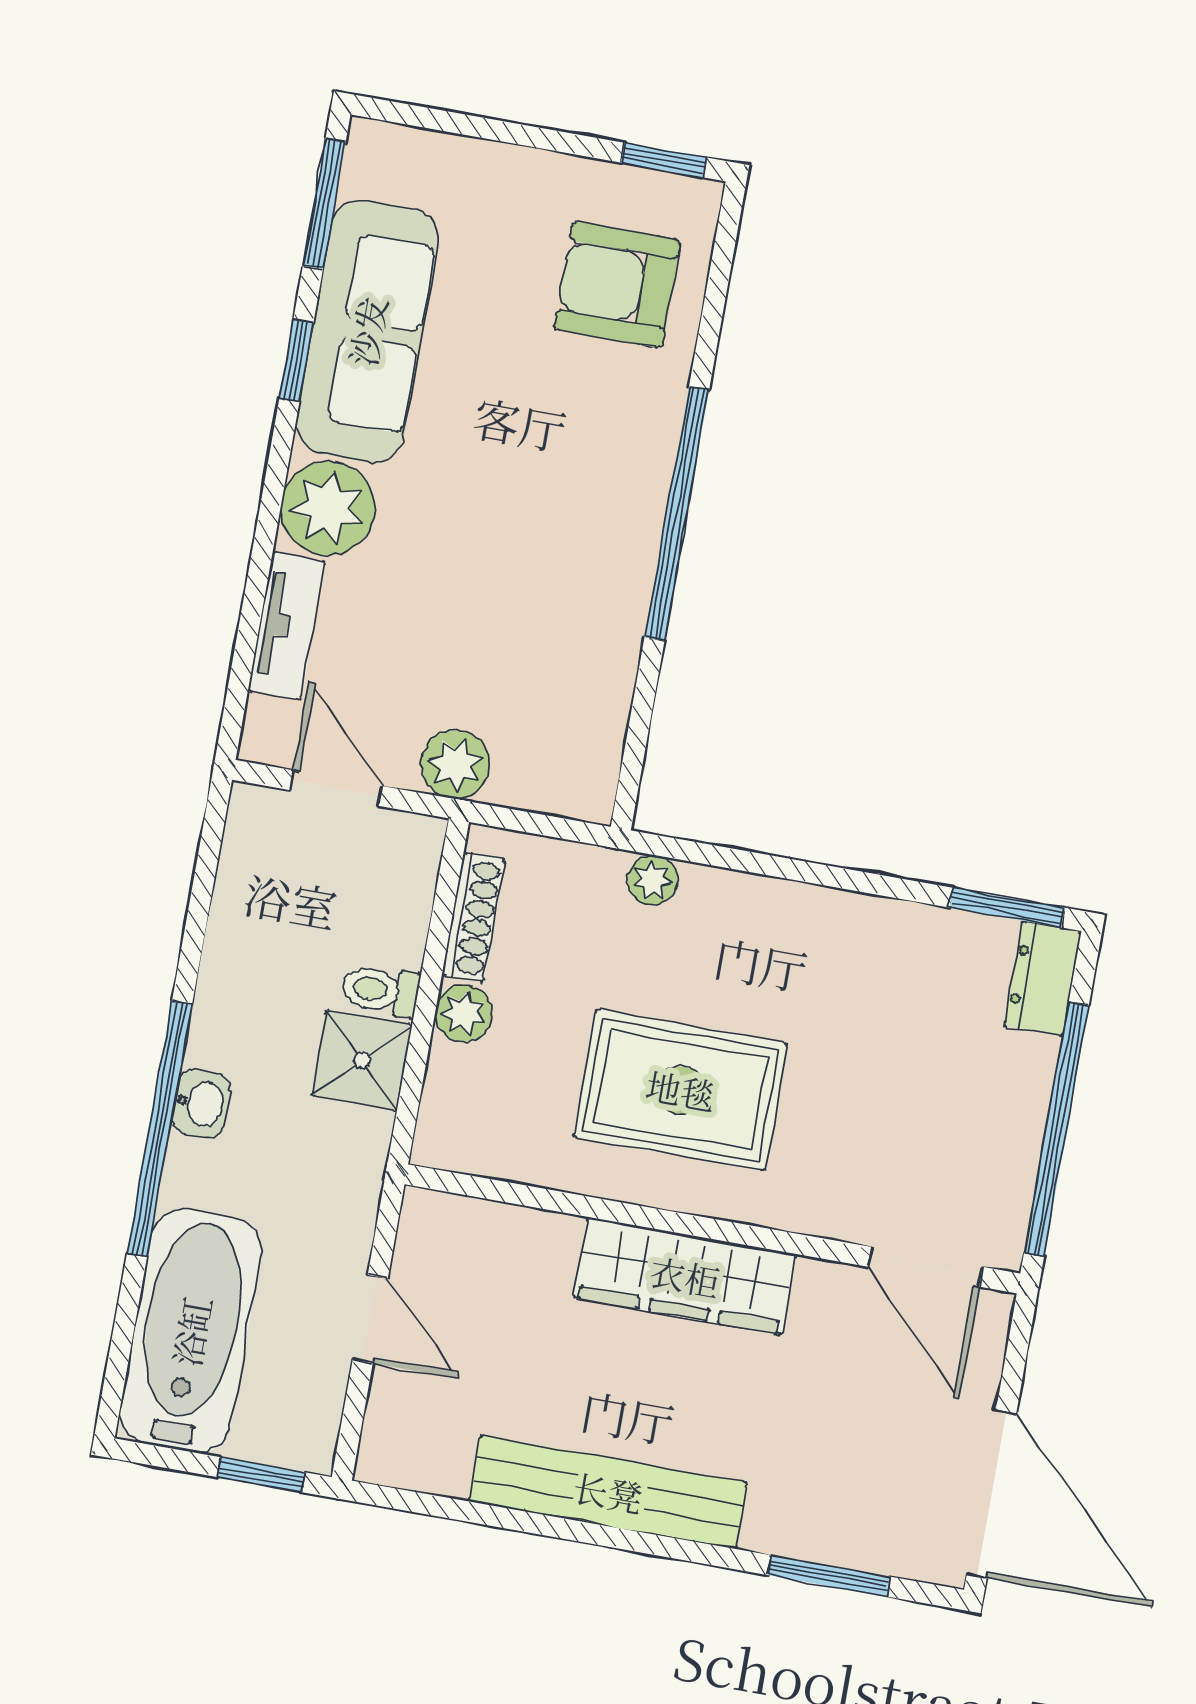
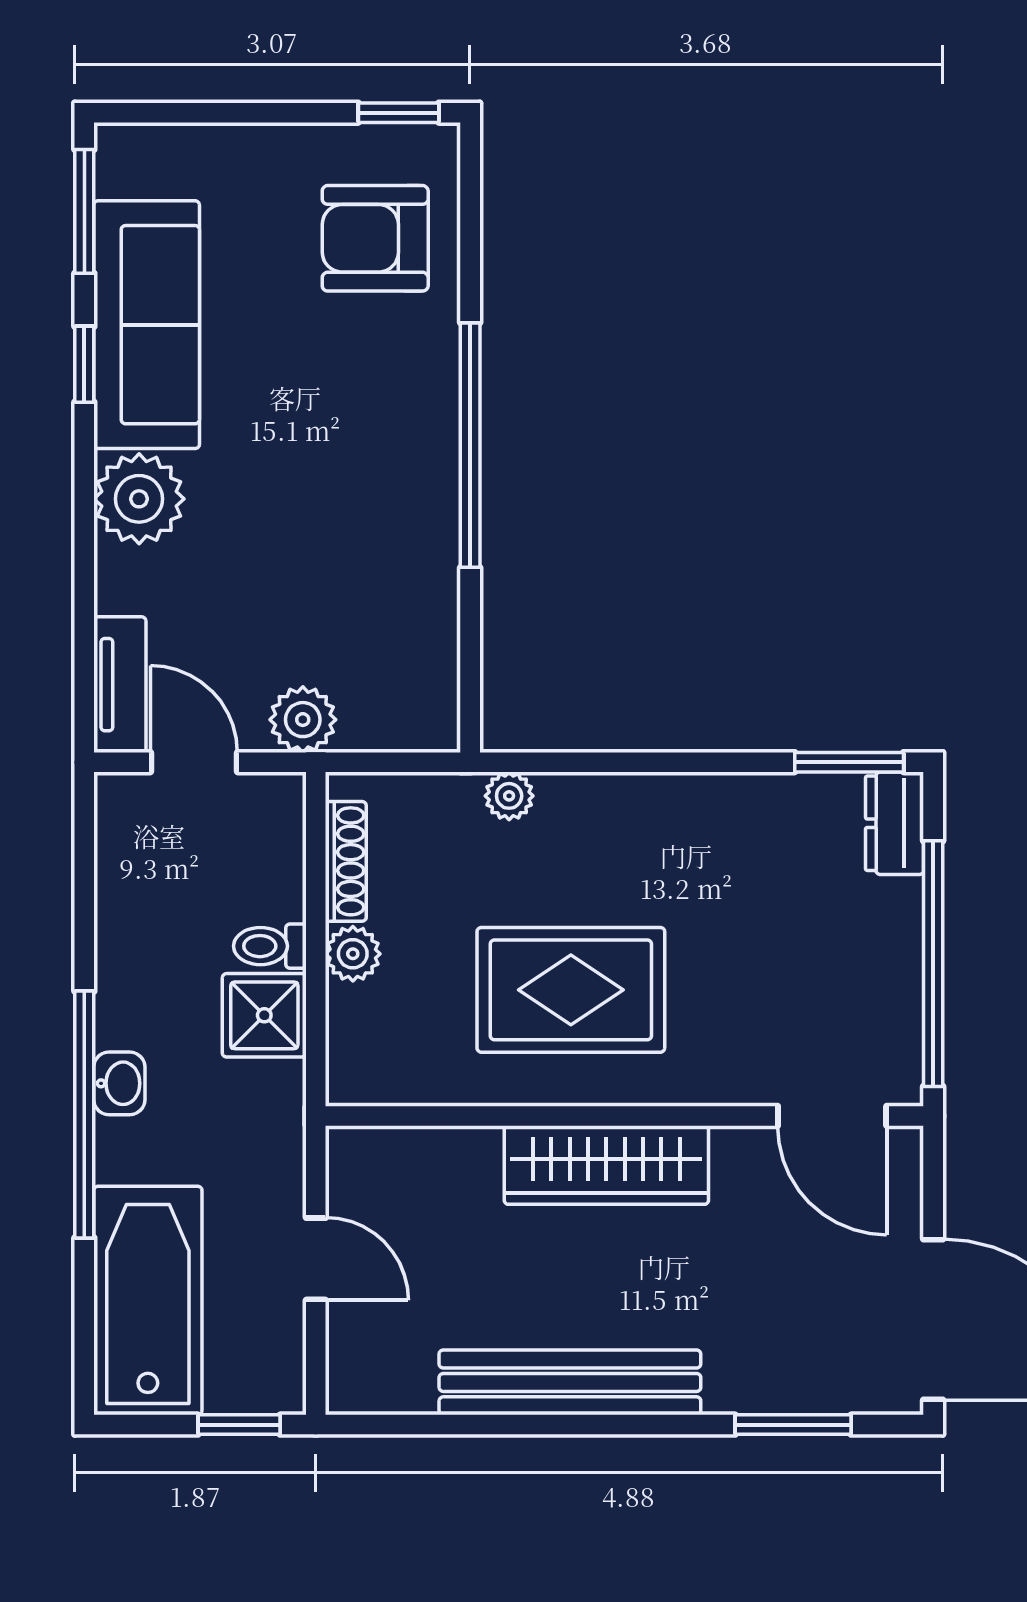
tv unit: (287, 626) -> (120, 685), moved

